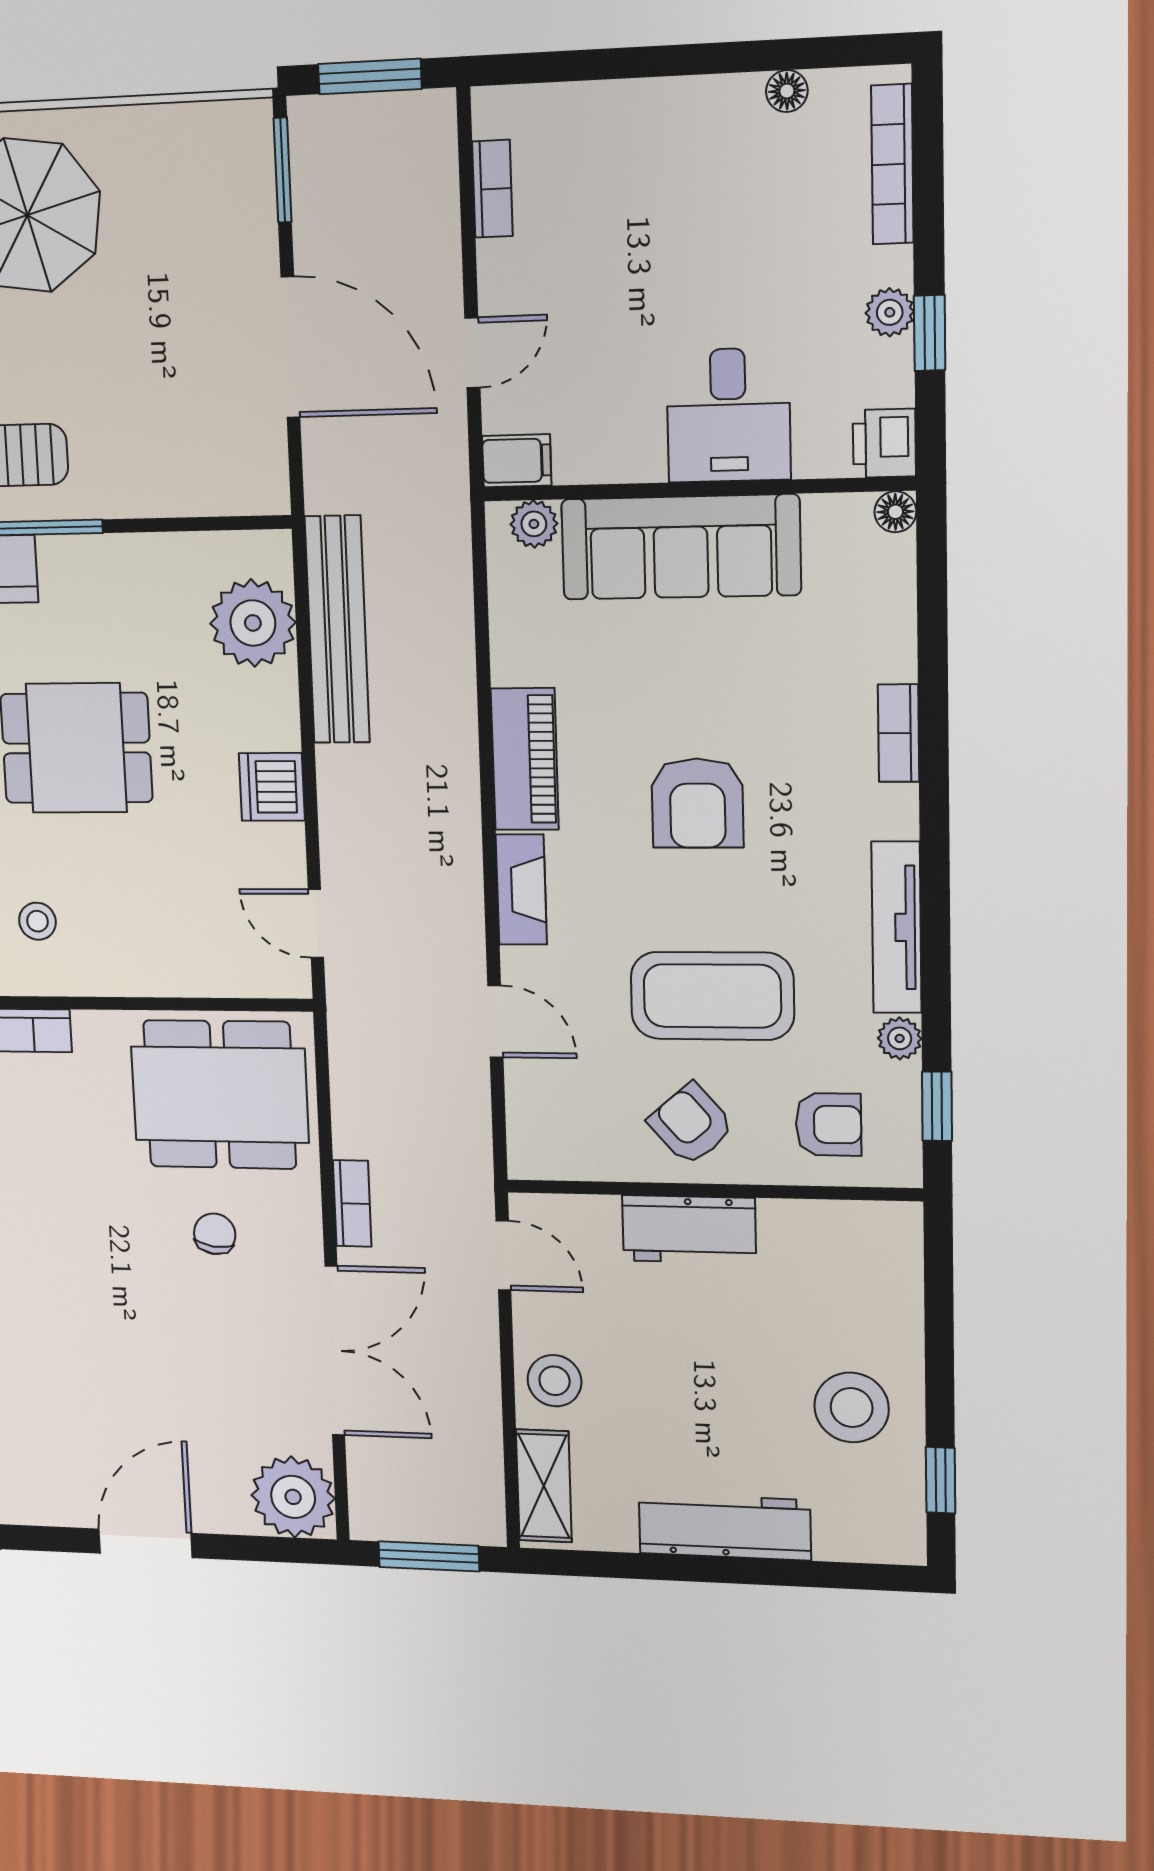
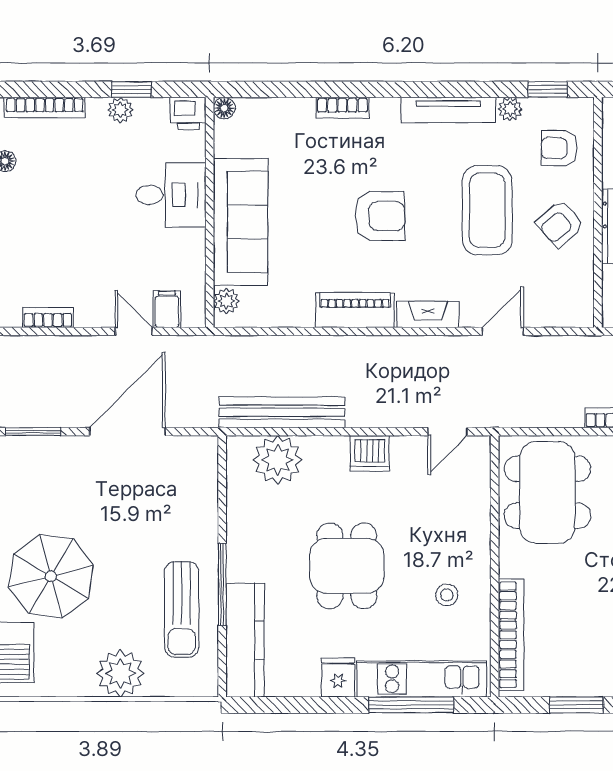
filing cabinet: (517, 461) -> (167, 309), moved
armchair: (828, 1124) -> (559, 148), turned -90

